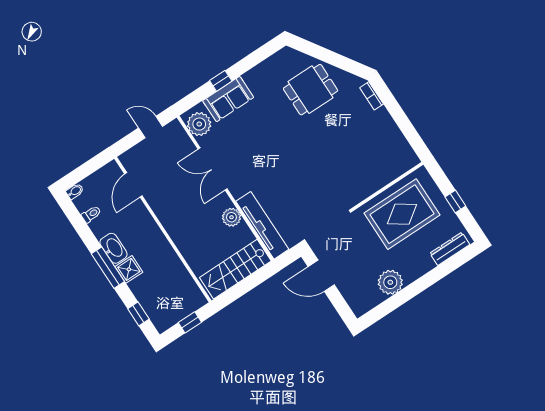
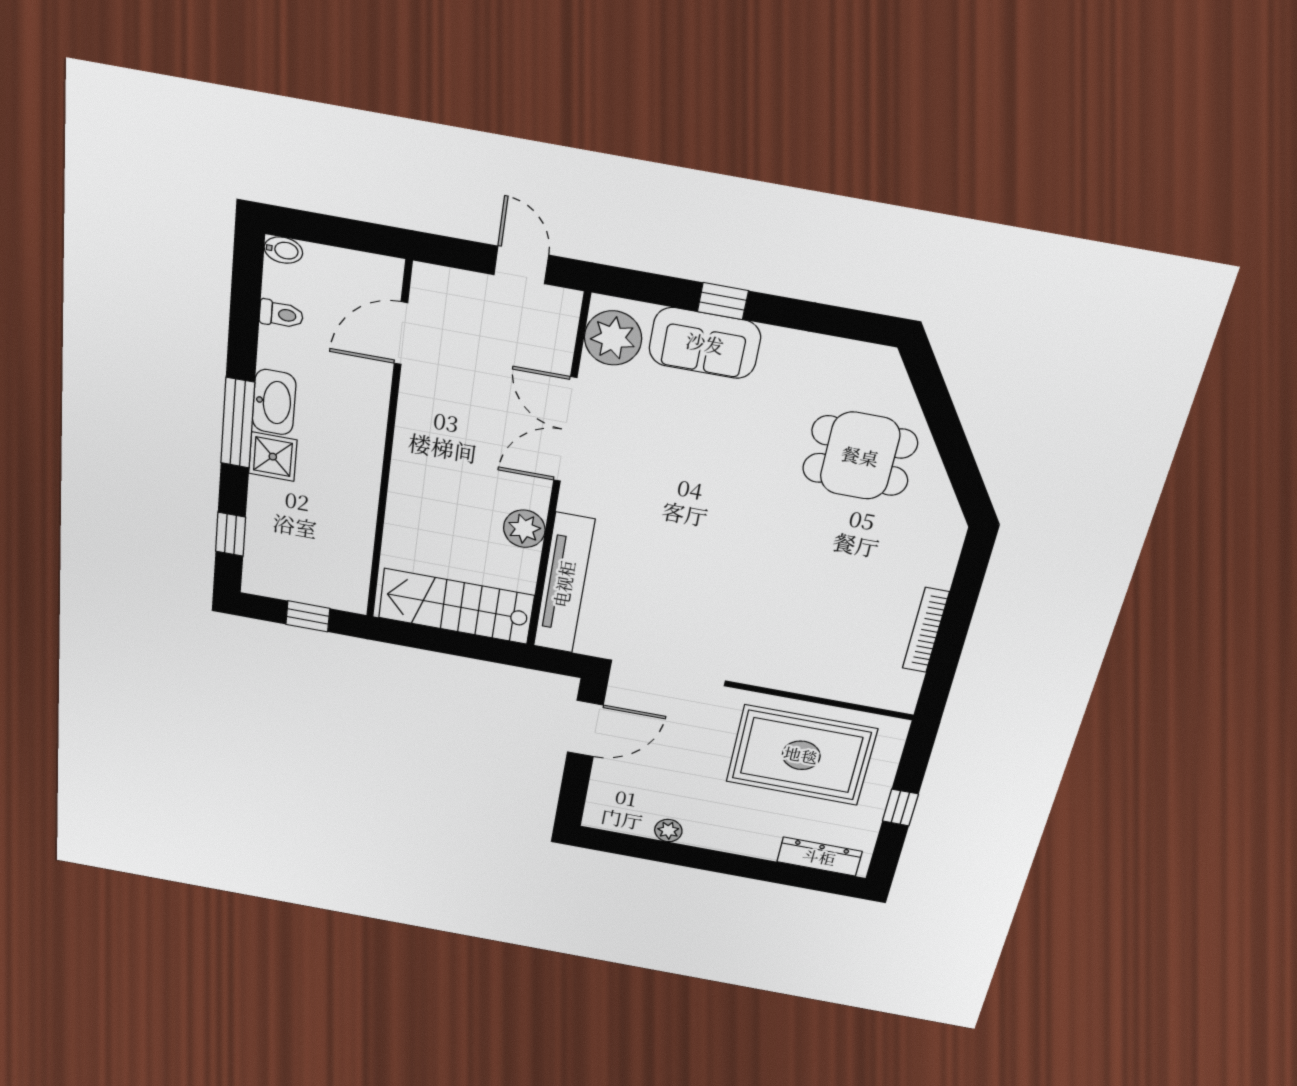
bookcase: (372, 96) -> (926, 630), moved, width x1.56
door: (321, 276) -> (585, 729), swing flipped
plant: (390, 282) -> (668, 831), width x0.53, depth x0.53

